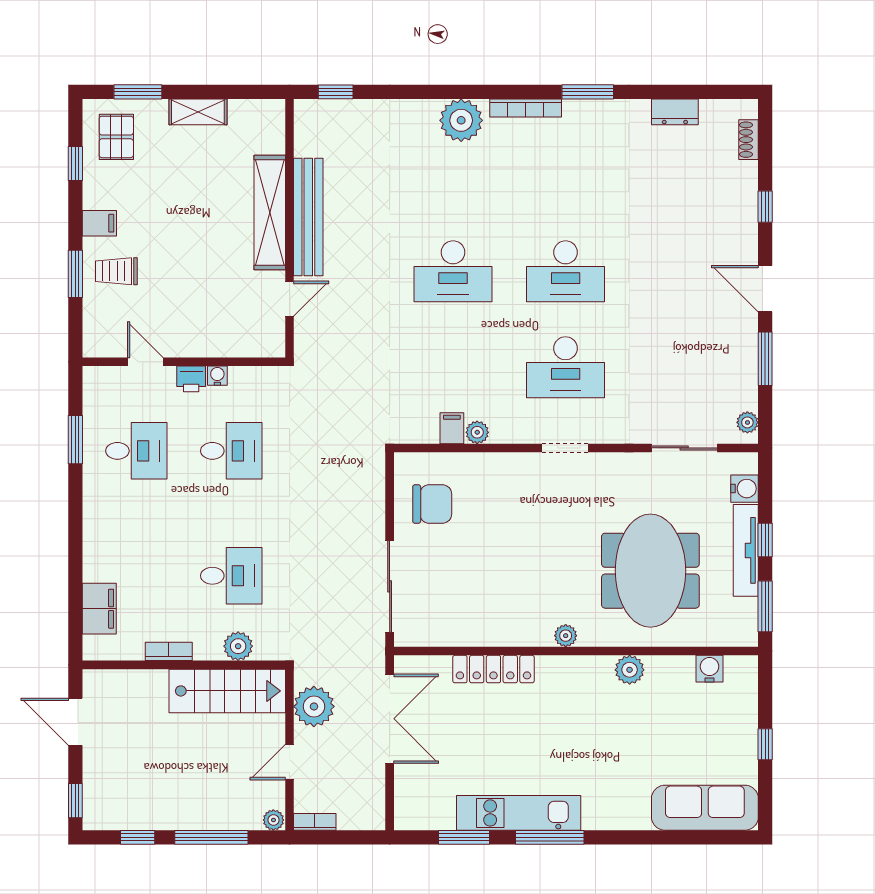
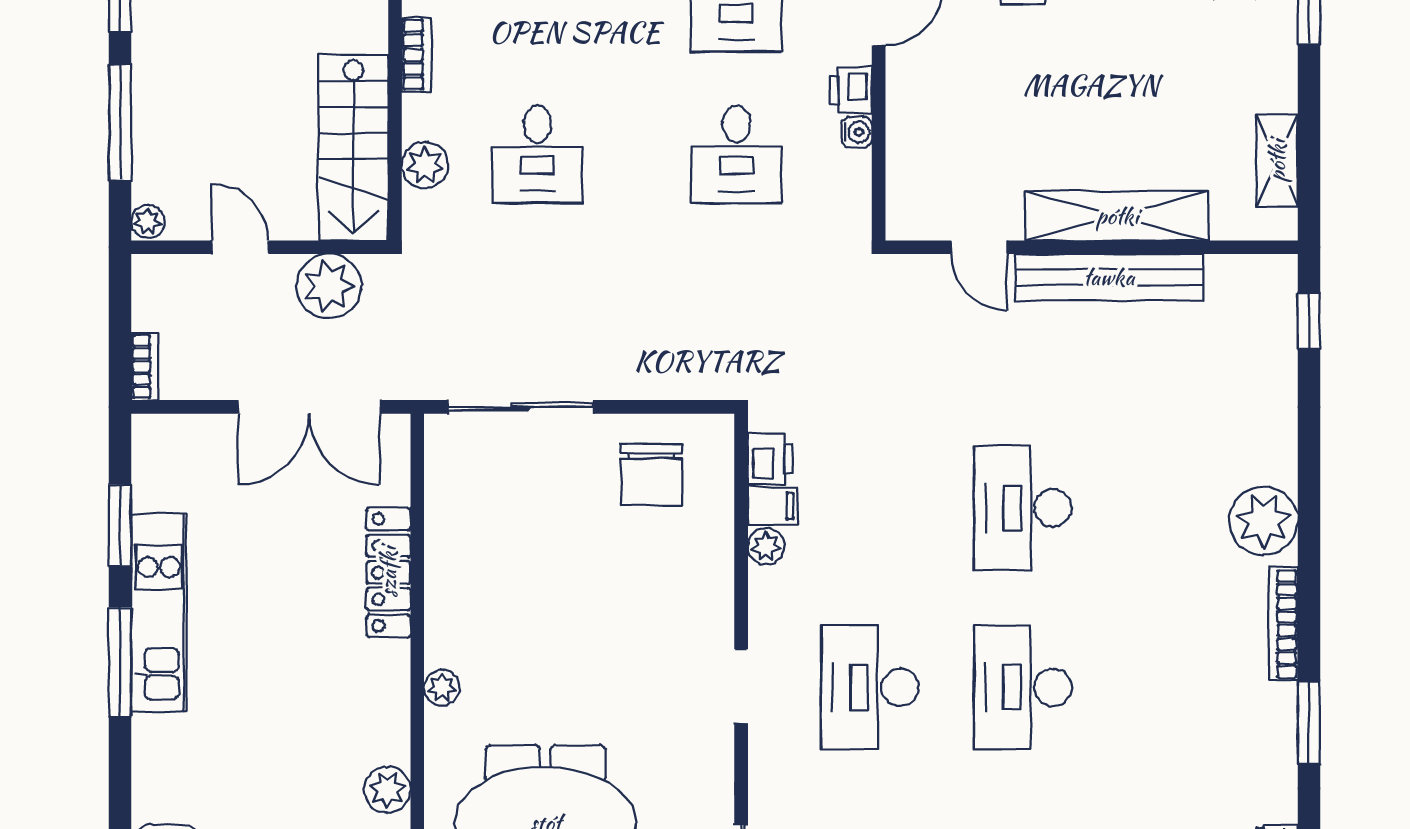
shelving: (198, 112) -> (1277, 161), moved
printer: (422, 430) -> (770, 459), added
bookcase: (315, 822) -> (145, 367), moved

